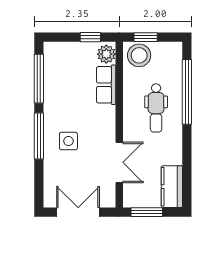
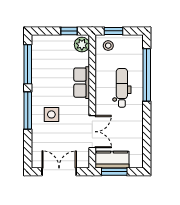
stool: (139, 55) -> (108, 46), width x0.53, depth x0.53
row of seats: (106, 85) -> (82, 83), moved
dental chair: (156, 108) -> (122, 88), turned 180
kitchen counter: (172, 187) -> (112, 160), moved, turned 90

